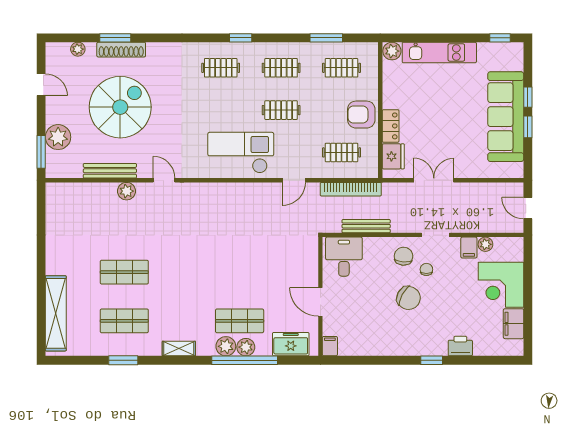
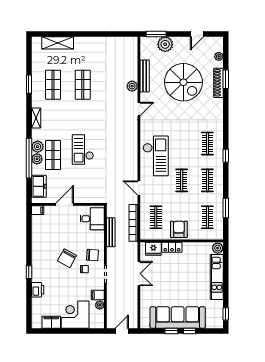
checkout: (231, 272) -> (83, 150), added
shelving: (56, 313) -> (58, 43), width x0.68

